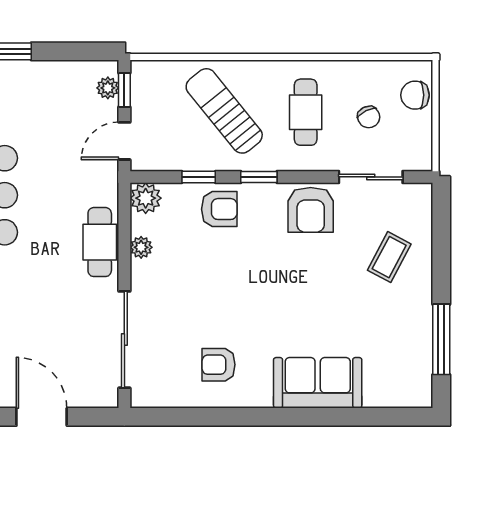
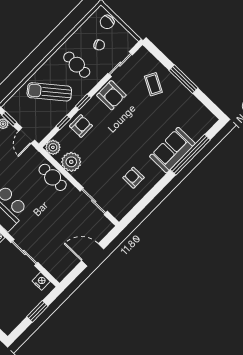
plant: (141, 247) -> (71, 162), width x1.87, depth x1.87
window: (441, 339) -> (183, 79), moved
sliding door: (124, 340) -> (94, 201), width x0.73
armchair: (219, 365) -> (133, 178), turned 90
window: (337, 417) -> (190, 155), added

